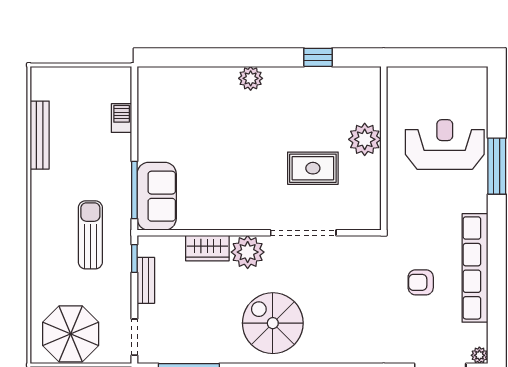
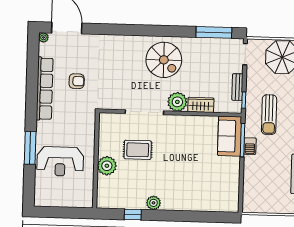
plant: (251, 78) -> (153, 203), moved
barbecue: (122, 118) -> (250, 146), moved

